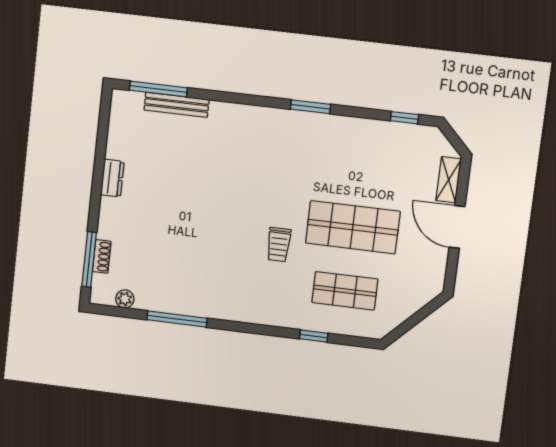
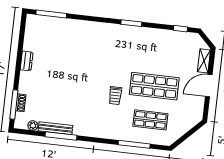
bench: (177, 105) -> (55, 128), moved
door: (457, 227) -> (209, 86), hinge flipped
window: (314, 336) -> (134, 144), width x2.17

